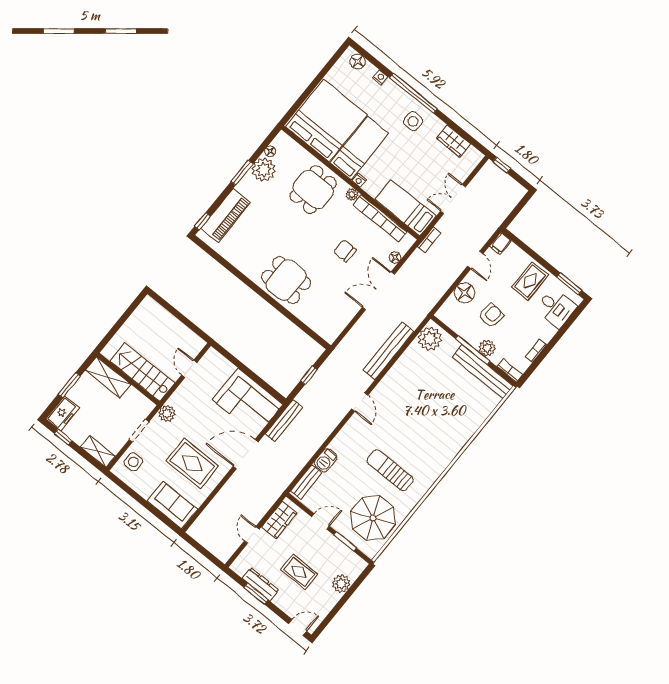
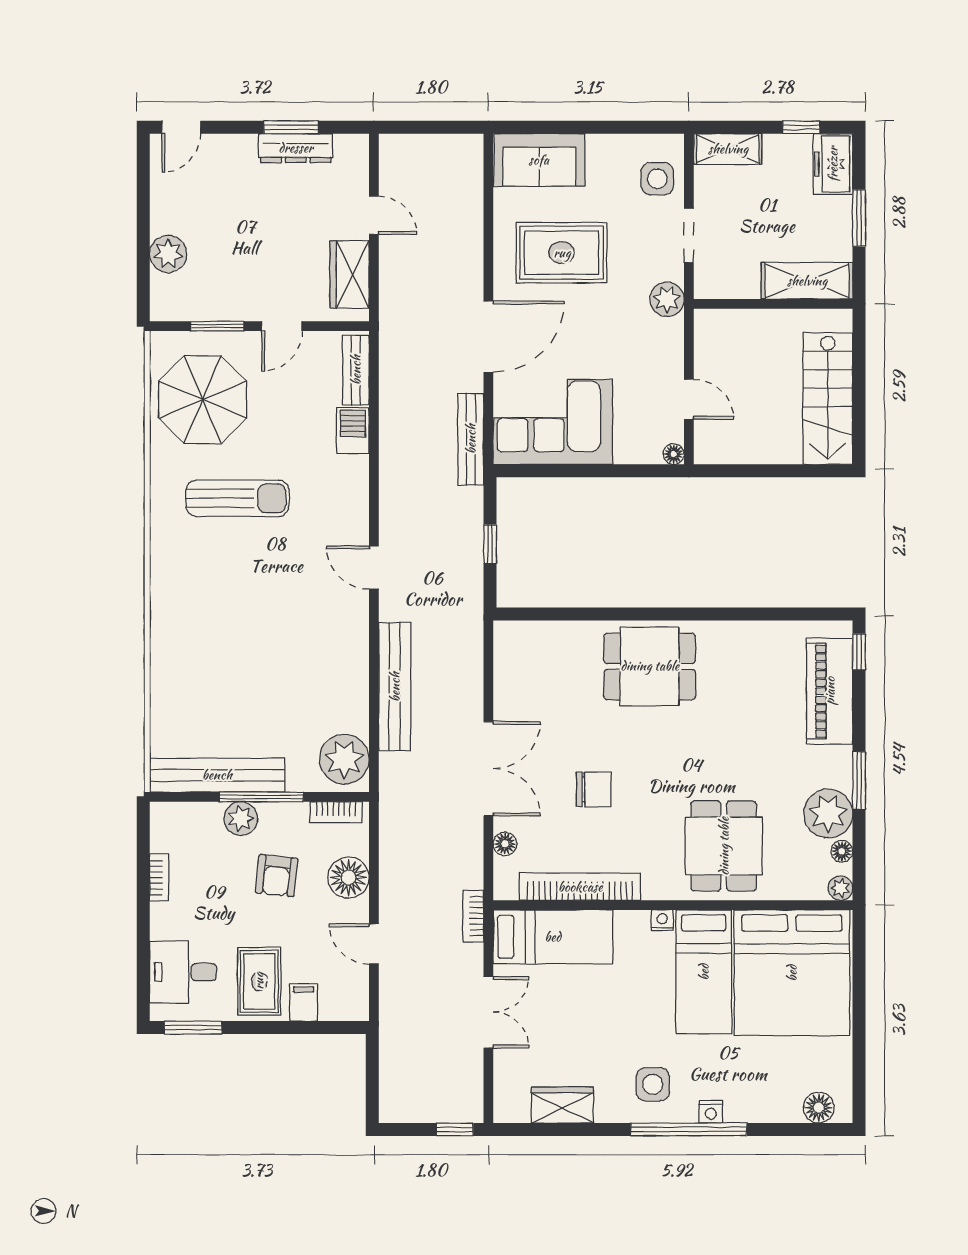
nightstand: (380, 77) -> (711, 1112), moved
plant: (352, 195) -> (840, 888), moved
filing cabinet: (500, 243) -> (304, 1003), moved
floor lamp: (212, 353) -> (674, 454), added
bookcase: (510, 371) -> (336, 812), moved
stairs: (142, 372) -> (828, 399), moved, turned 90
rug: (299, 572) -> (251, 218), removed

